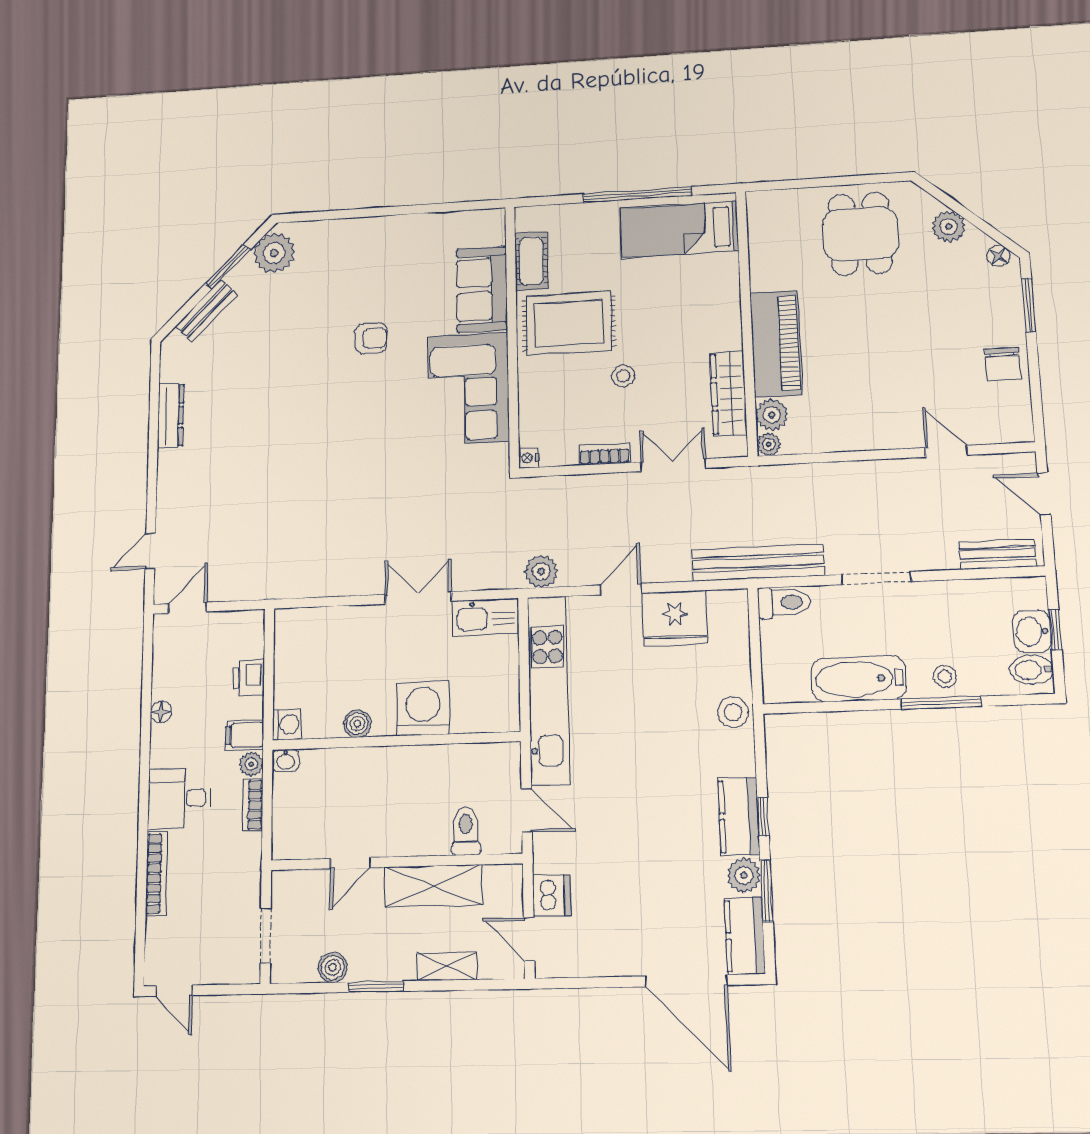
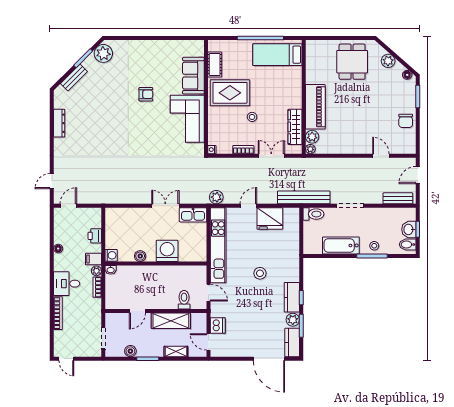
door: (1044, 494) -> (418, 175), hinge flipped
stool: (733, 712) -> (260, 273), moved

